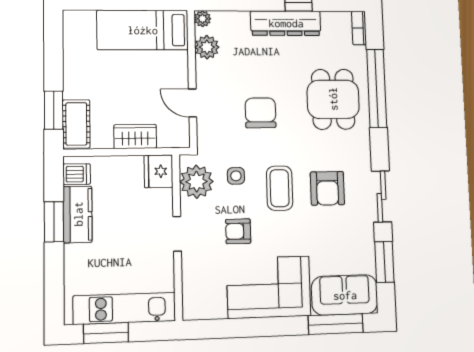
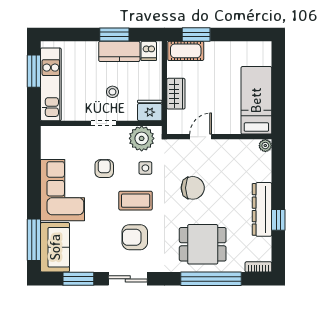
plant: (207, 47) -> (243, 148), removed
stool: (134, 223) -> (112, 92), added

